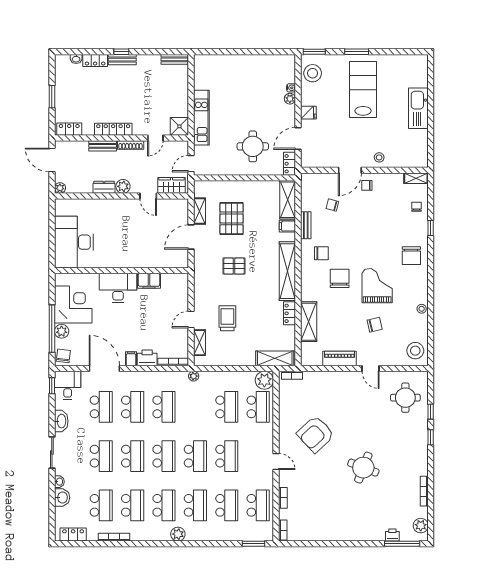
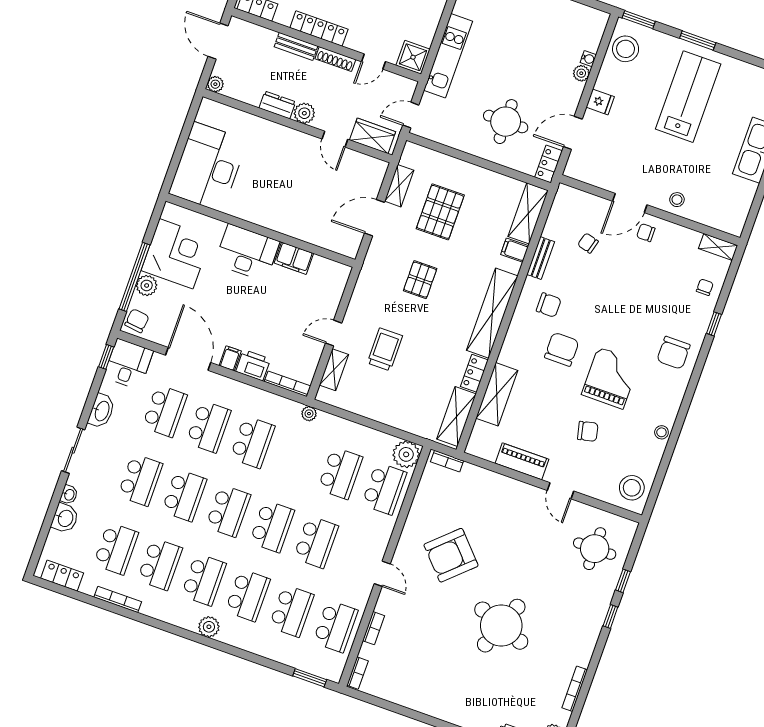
pallet: (234, 266) -> (420, 280), turned 90
shelving: (275, 358) -> (456, 417), moved, turned 90
round table: (363, 468) -> (501, 626), width x1.36, depth x1.36

